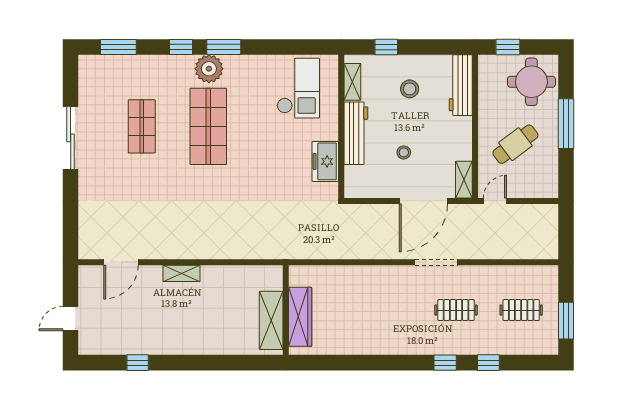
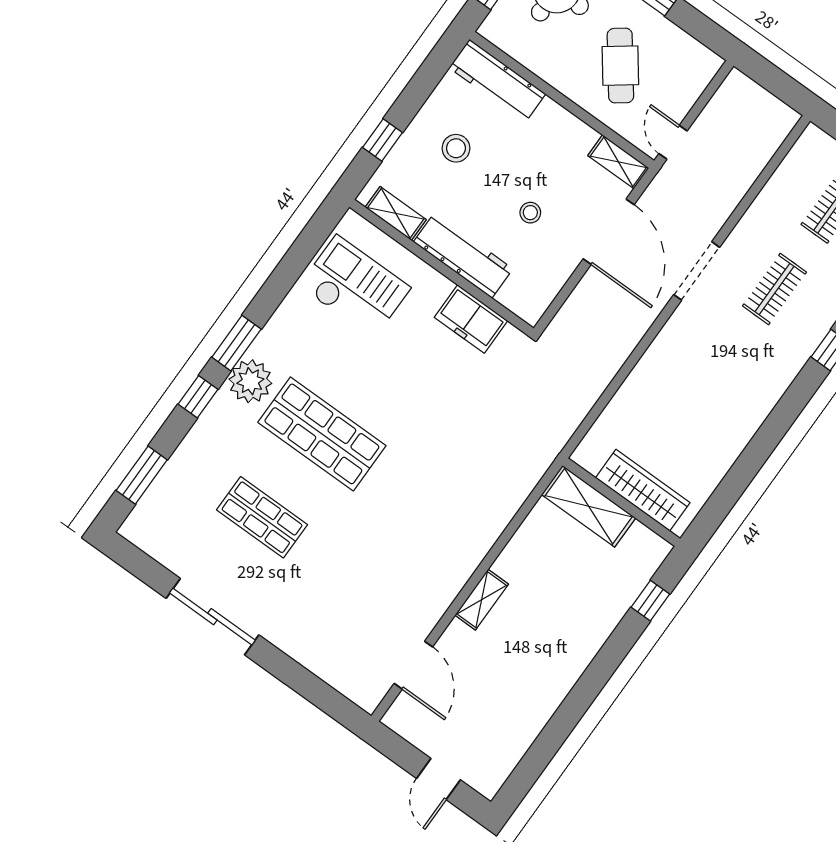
shelving: (271, 320) -> (589, 506), moved
window: (138, 363) -> (650, 601), moved

